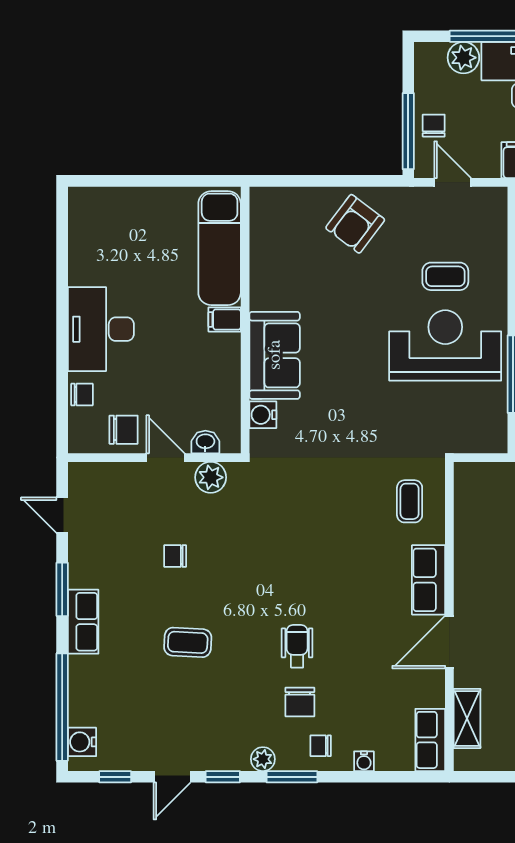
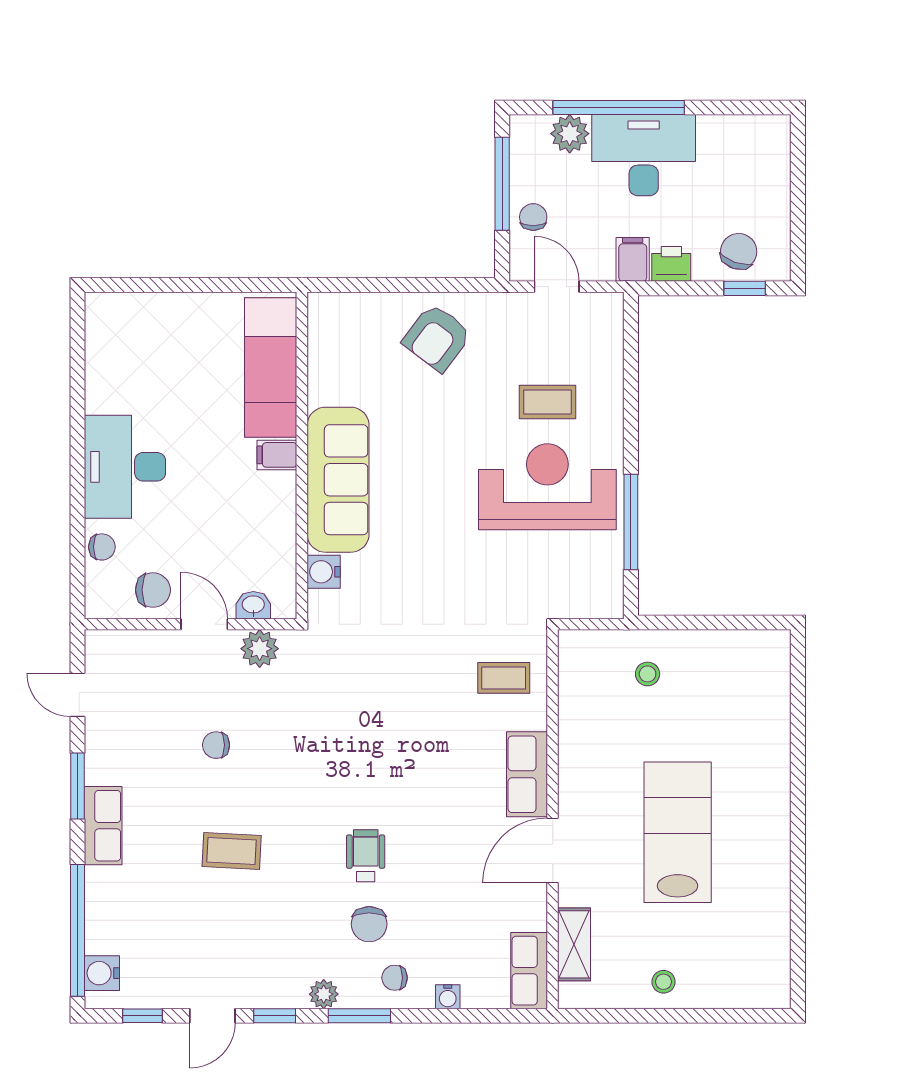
window: (408, 131) -> (502, 184), moved
sofa: (275, 355) -> (338, 480), width x1.36
coffee table: (410, 501) -> (504, 678), turned 90

